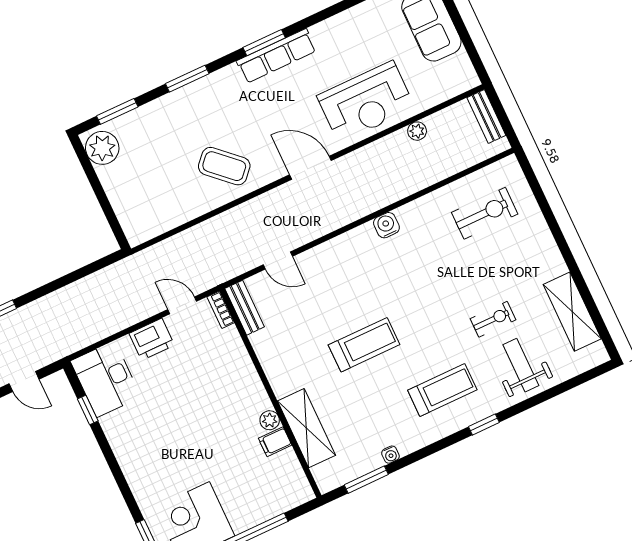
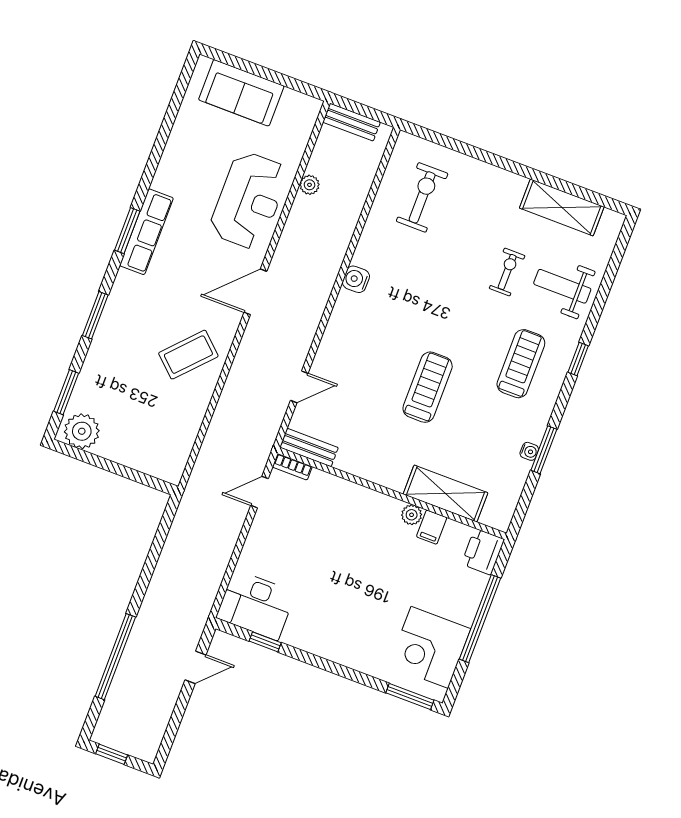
printer: (152, 339) -> (483, 552), moved, turned 180
window: (366, 480) -> (544, 450), moved

